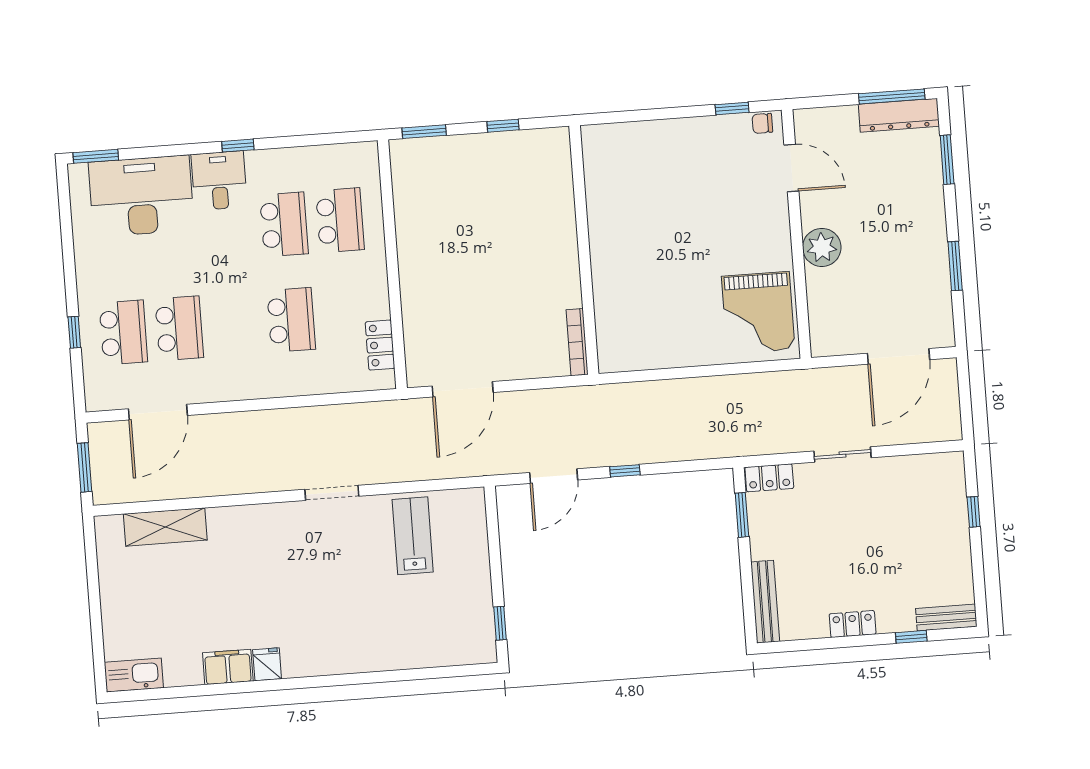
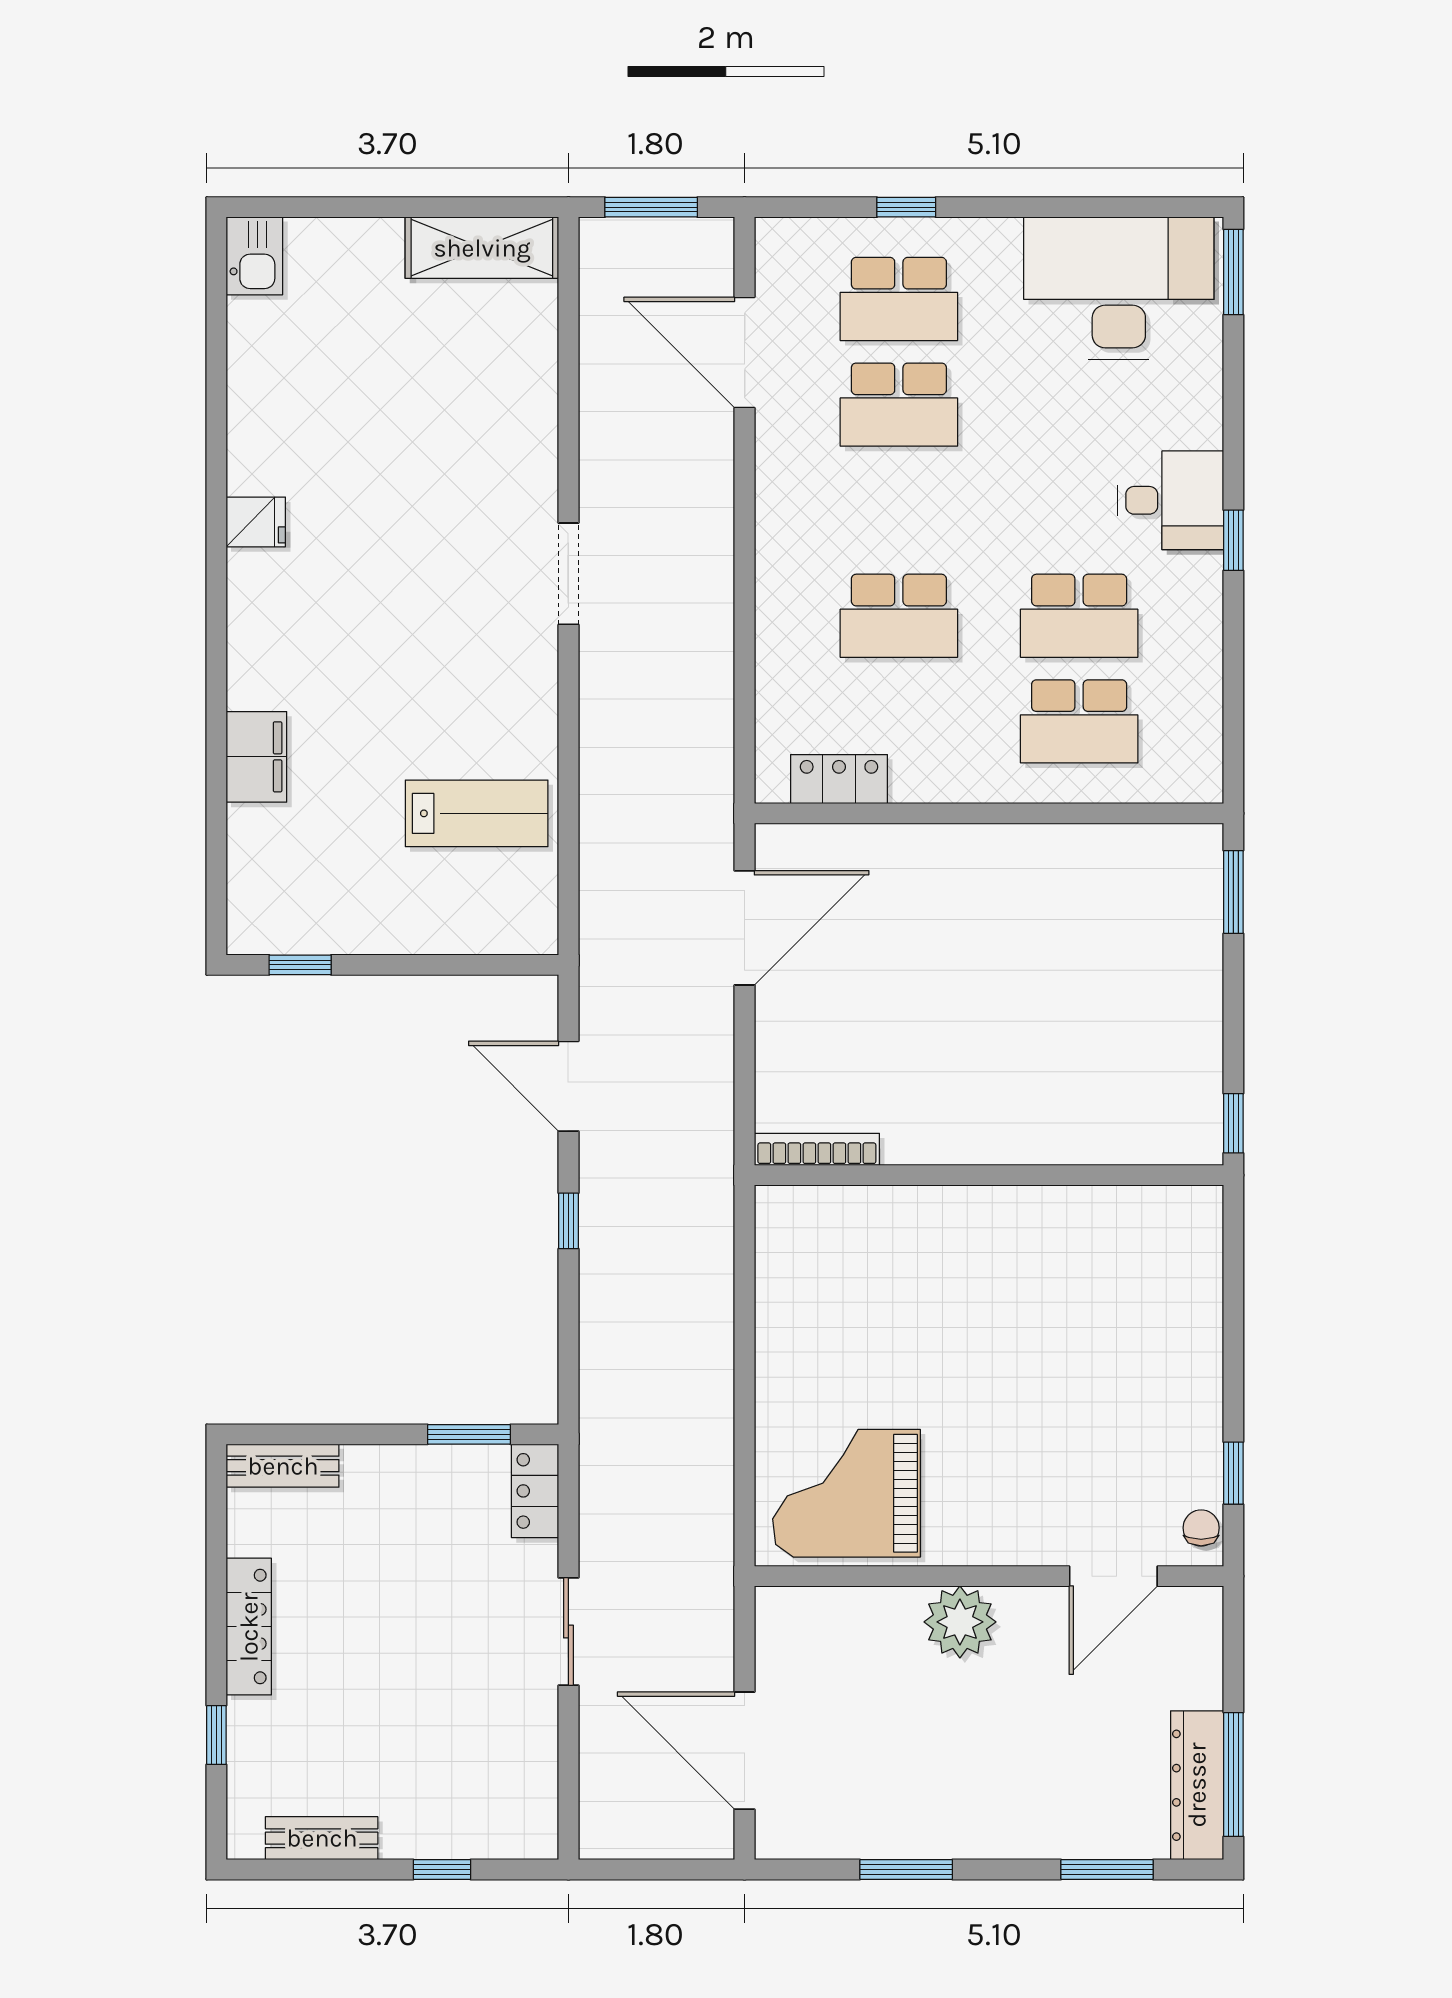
window: (503, 126) -> (1233, 1123), moved
desk: (141, 196) -> (1119, 288), moved, turned -90
door: (463, 389) -> (745, 928), swing flipped
doorway: (332, 493) -> (568, 574), moved
shelving: (165, 527) -> (482, 248), moved, turned 90
bench: (765, 602) -> (283, 1466), width x0.73
bench: (946, 618) -> (322, 1838), moved, turned 90
locker: (853, 624) -> (249, 1627), width x1.53
filing cabinet: (228, 667) -> (256, 757), moved
kitchen sink: (134, 675) -> (254, 256), width x0.73

